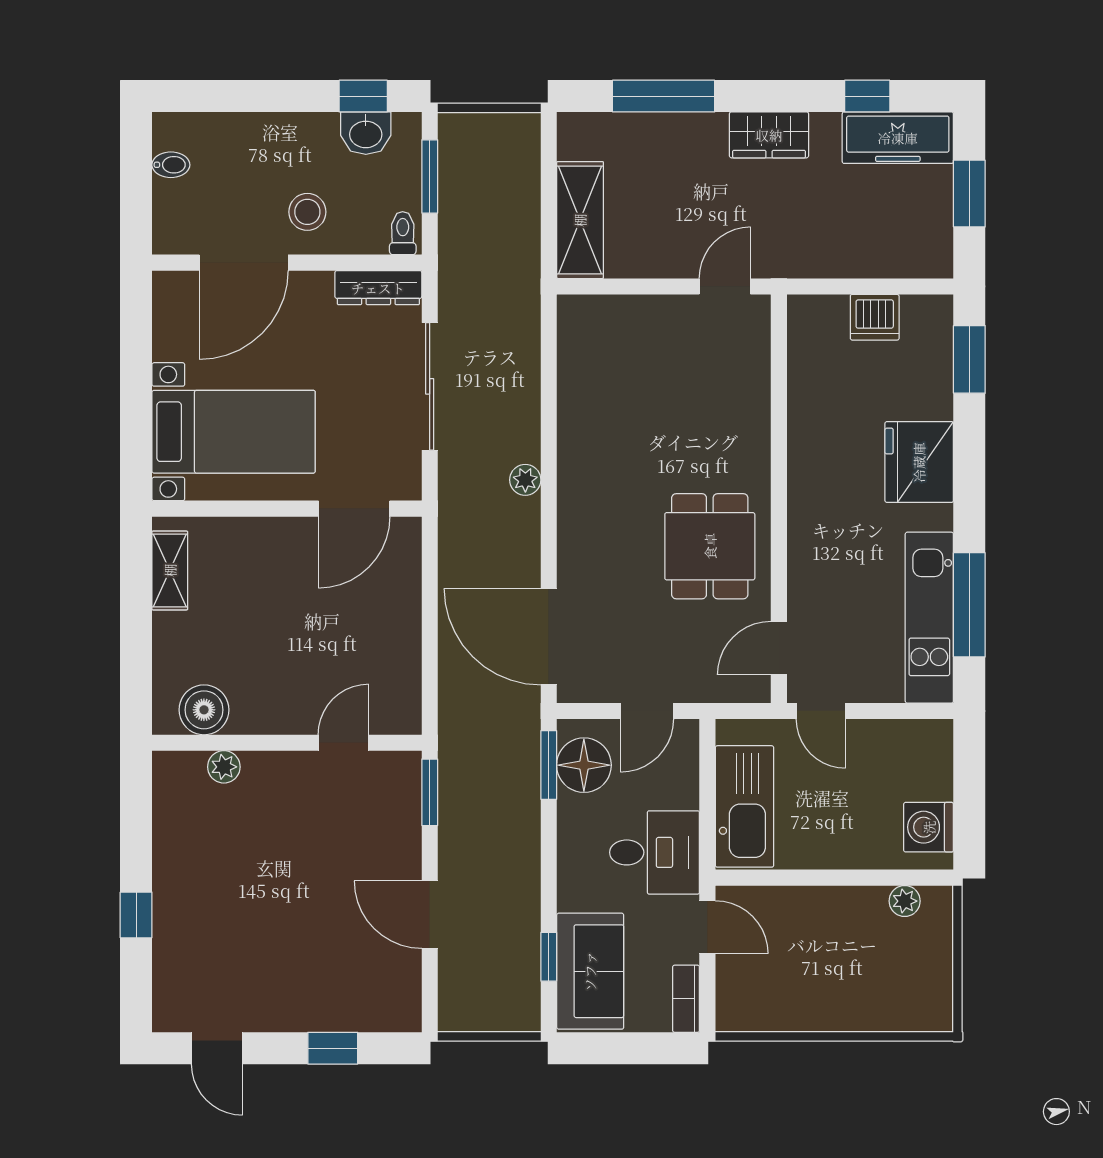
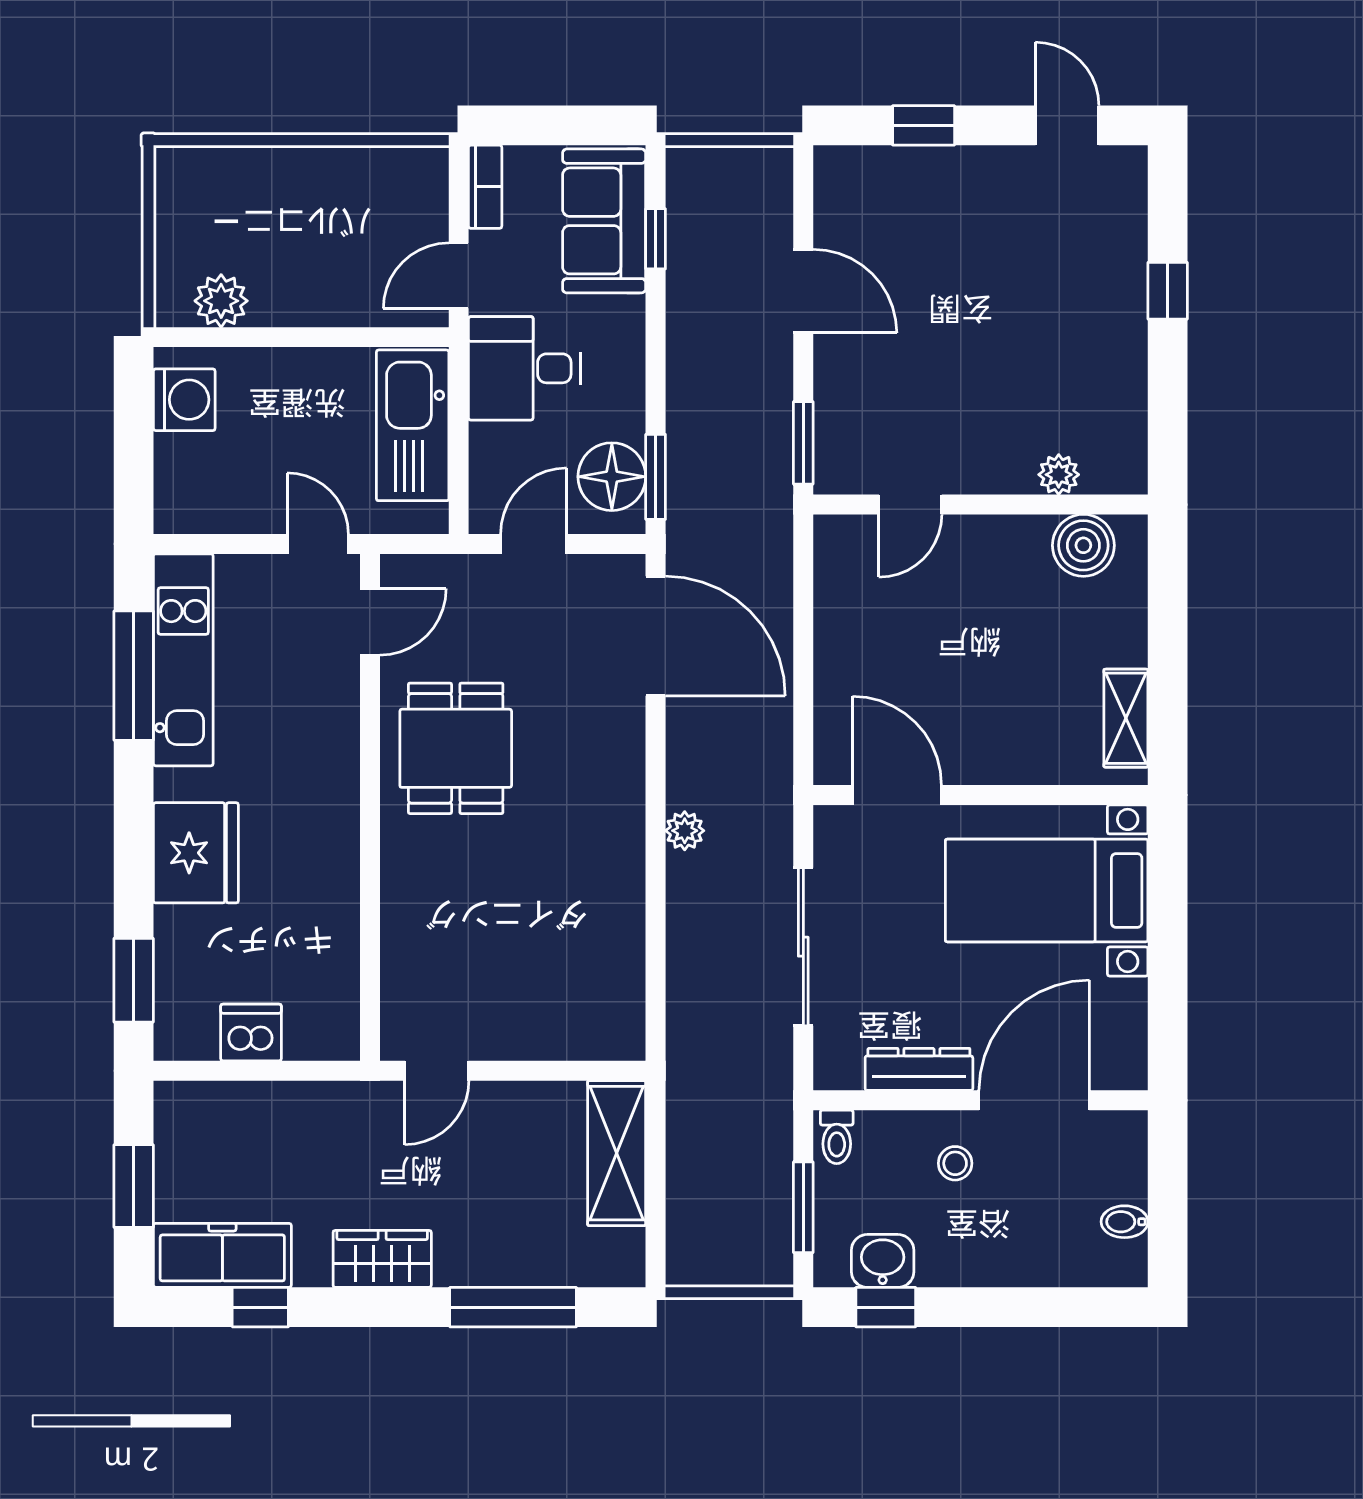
stool: (307, 212) -> (955, 1163), width x0.73, depth x0.73
dresser: (378, 288) -> (919, 1069), moved
door: (354, 509) -> (897, 795), hinge flipped
plant: (905, 901) -> (221, 301), width x1.38, depth x1.38
door: (707, 927) -> (459, 276), hinge flipped

